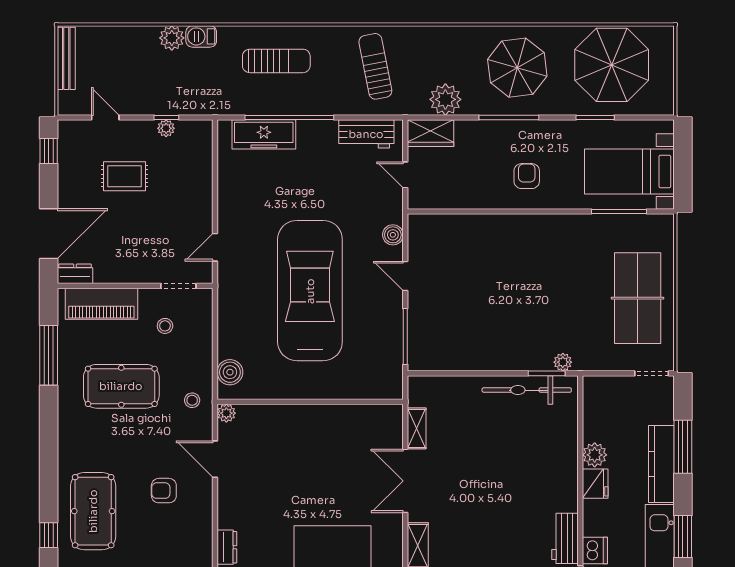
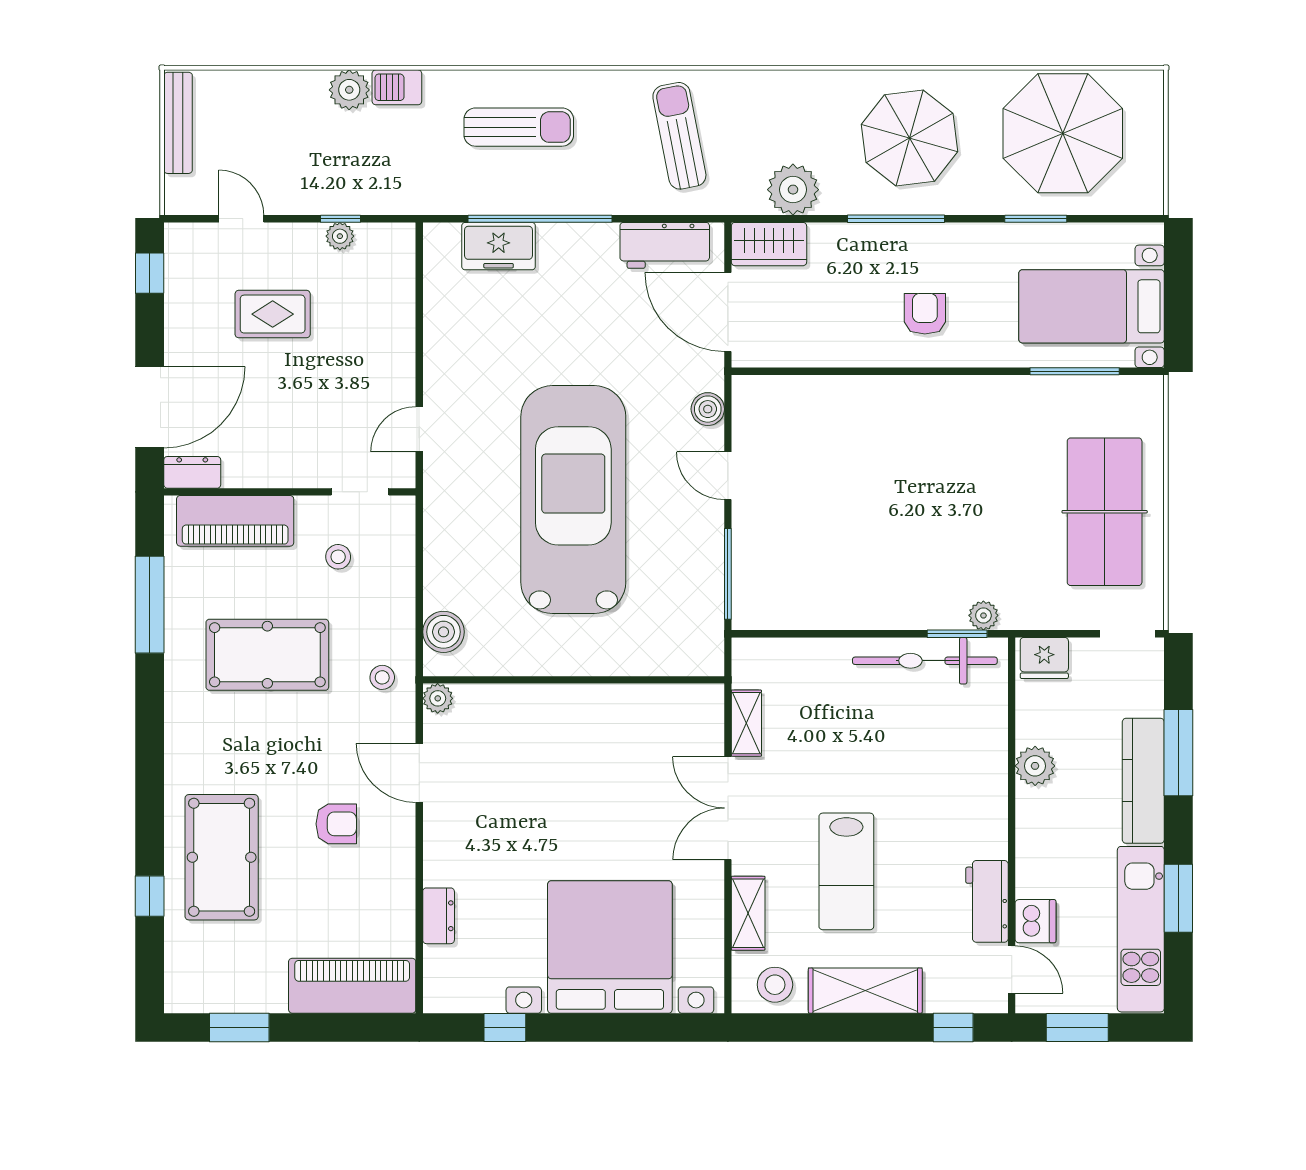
freezer: (264, 134) -> (499, 246), width x0.71
door: (405, 175) -> (728, 312), width x1.87
fridge: (595, 484) -> (1044, 658), moved, turned 90
armchair: (164, 491) -> (336, 824), turned 180
lab bench: (478, 520) -> (846, 871), added

